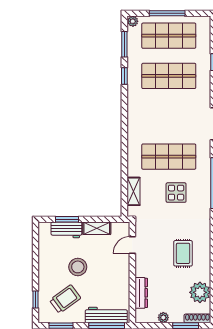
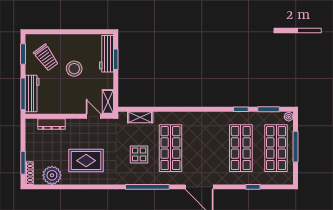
shelving: (97, 228) -> (108, 102), moved
workbench: (66, 230) -> (107, 54), width x1.38
rug: (183, 253) -> (86, 161), width x1.36, depth x1.43
window: (35, 300) -> (46, 32), removed
plant: (163, 318) -> (30, 143), removed

